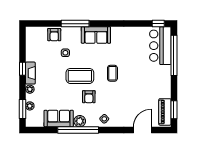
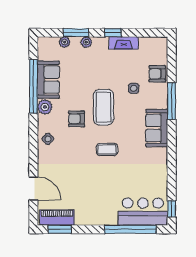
fireplace: (30, 73) -> (124, 43), moved
window: (23, 109) -> (76, 33), moved
window: (78, 130) -> (33, 86), moved

